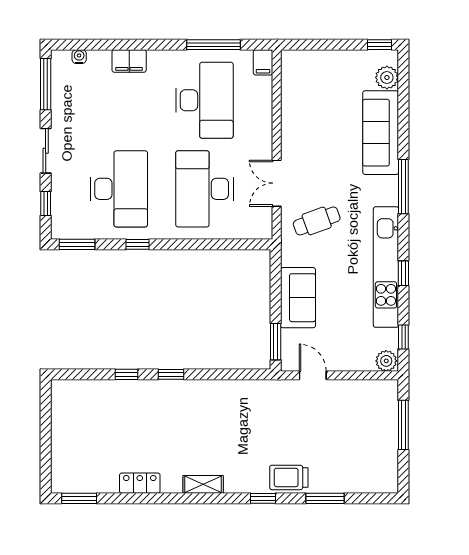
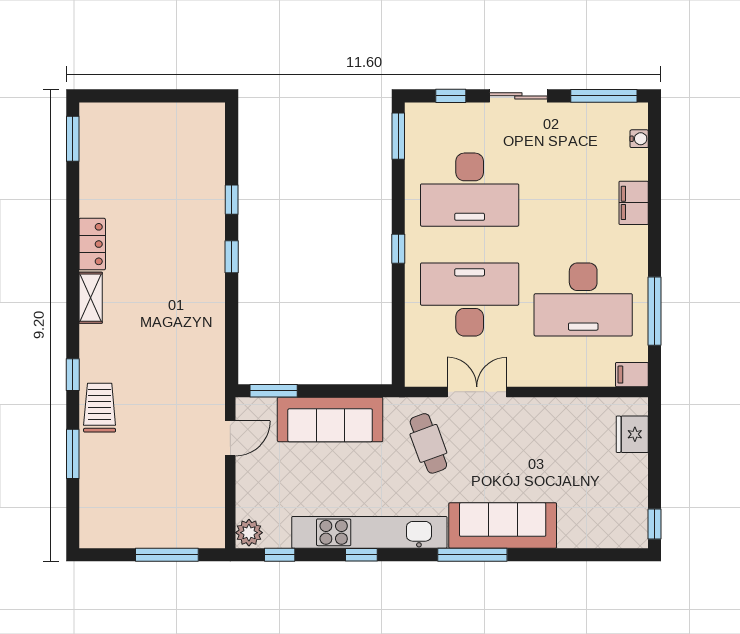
fridge: (310, 62) -> (632, 434), added
plant: (387, 77) -> (612, 533), removed
sofa: (381, 133) -> (503, 525), moved
window: (137, 244) -> (398, 249), moved
sofa: (298, 298) -> (330, 419), width x1.36
locker: (140, 483) -> (92, 244), moved

